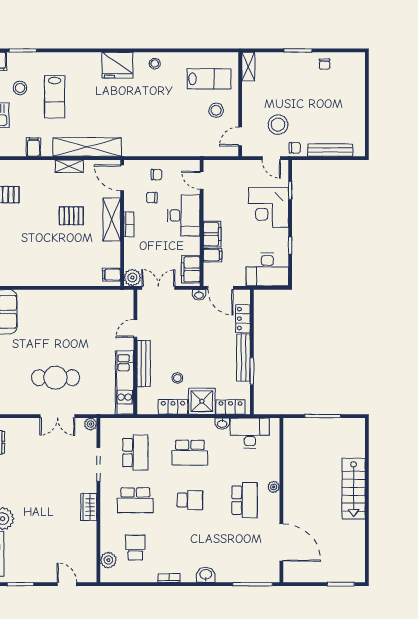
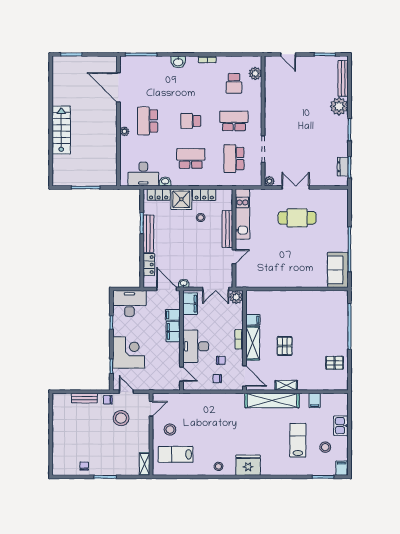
bench: (330, 150) -> (84, 398), width x0.73
pallet: (71, 216) -> (285, 346), turned 90
filing cabinet: (111, 275) -> (253, 320), moved
wardrobe: (89, 507) -> (271, 115), removed

